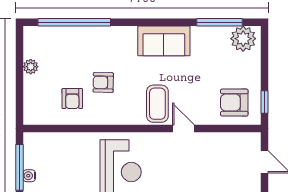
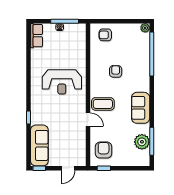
plant: (243, 39) -> (142, 142), moved
plant: (31, 67) -> (145, 28), moved
armchair: (72, 99) -> (105, 35), moved
door: (183, 129) -> (88, 120), hinge flipped

